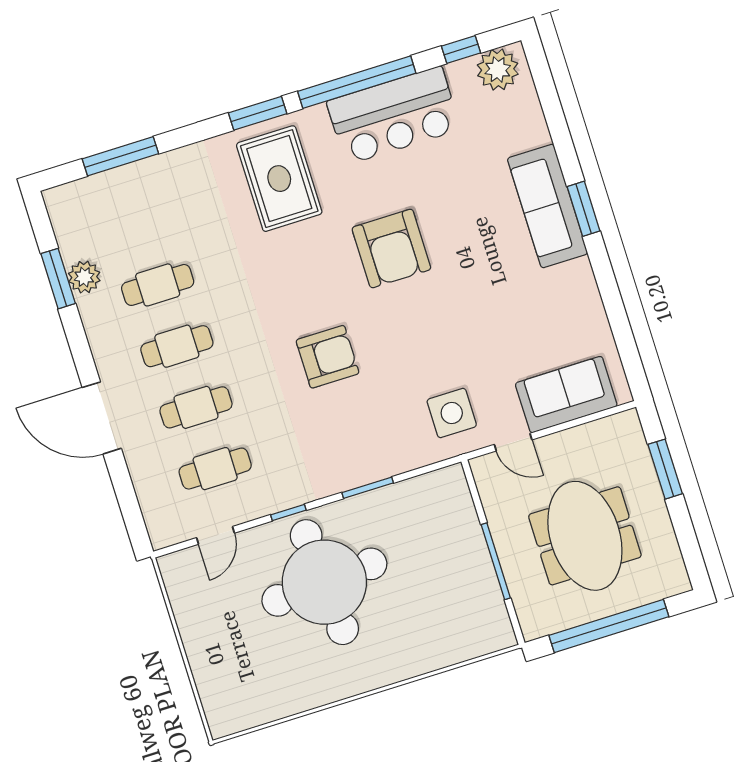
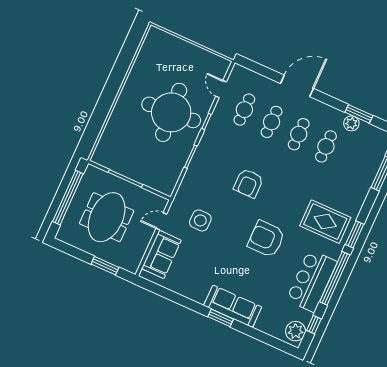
side table: (452, 413) -> (200, 220), moved
meeting table: (585, 536) -> (107, 217), turned 90

